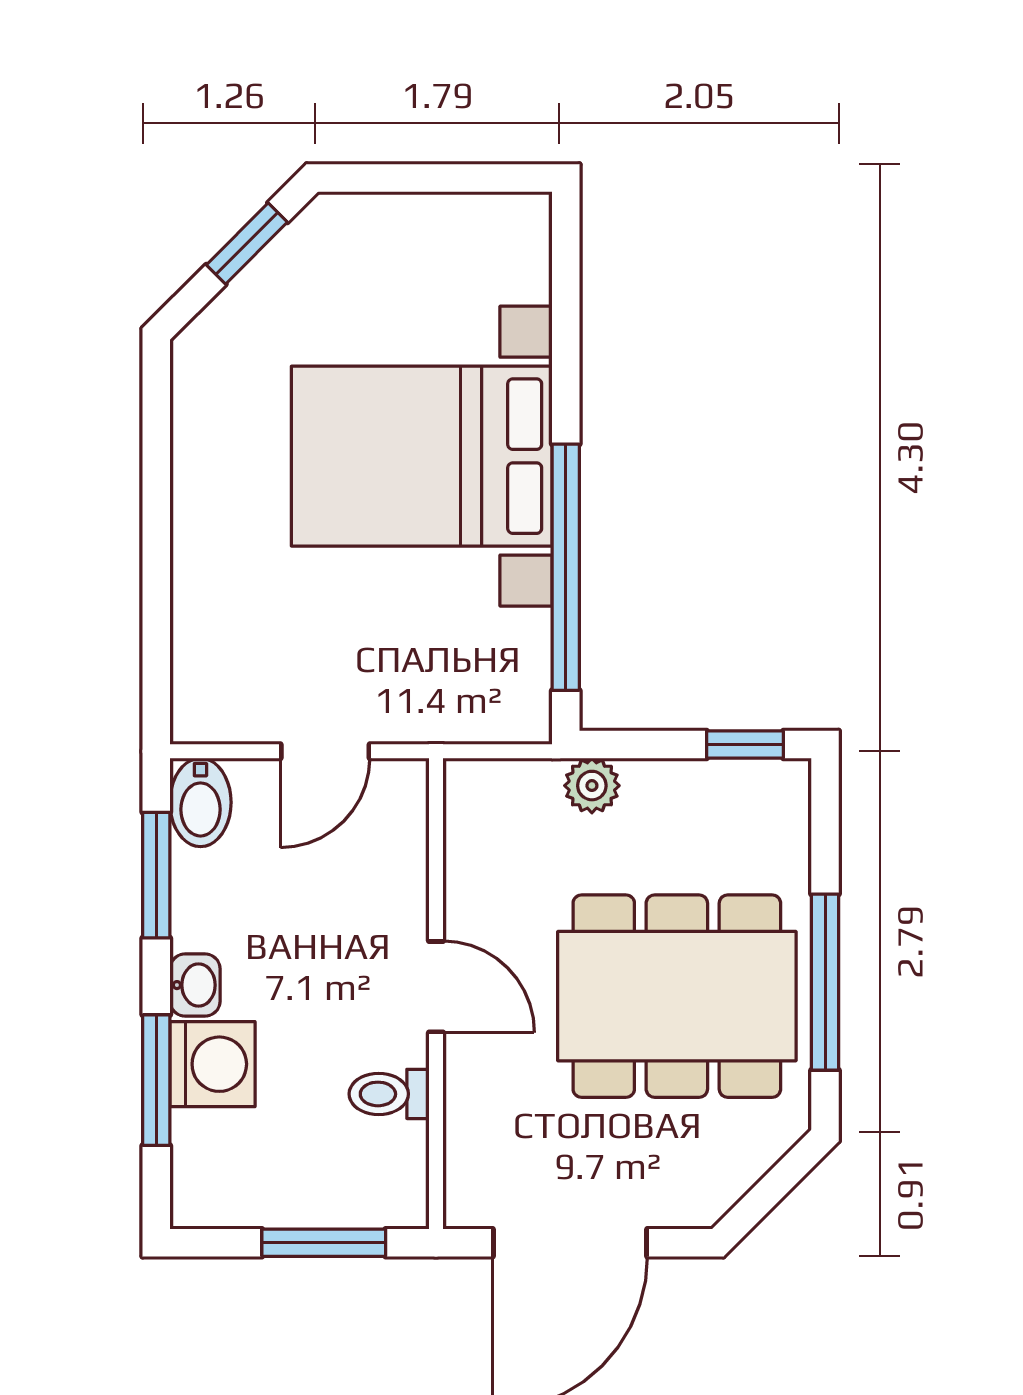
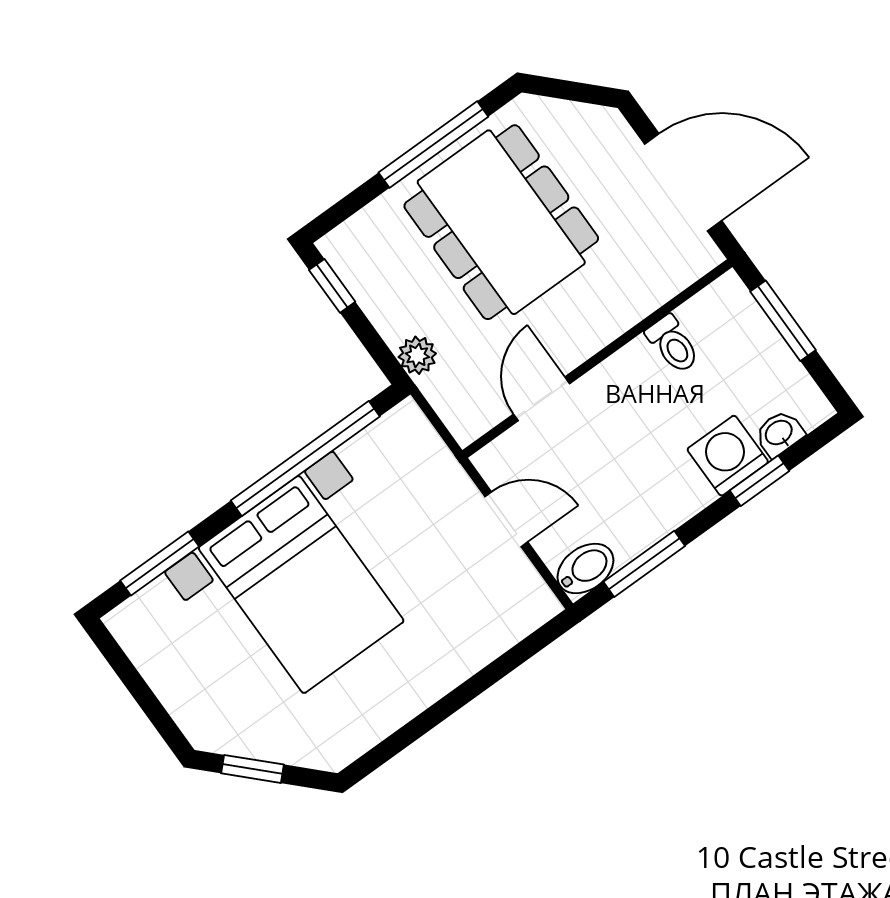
window: (566, 308) -> (160, 564), added
washbasin: (195, 985) -> (779, 433), moved
door: (436, 987) -> (542, 399), moved
window: (156, 1080) -> (760, 481), width x0.67

